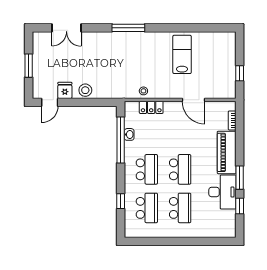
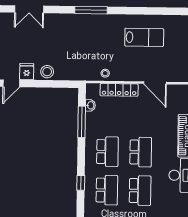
lab bench: (182, 54) -> (144, 37), turned 90
locker: (151, 107) -> (119, 90), width x1.53
washbasin: (129, 134) -> (90, 105), moved
window: (121, 140) -> (82, 122), width x0.68

